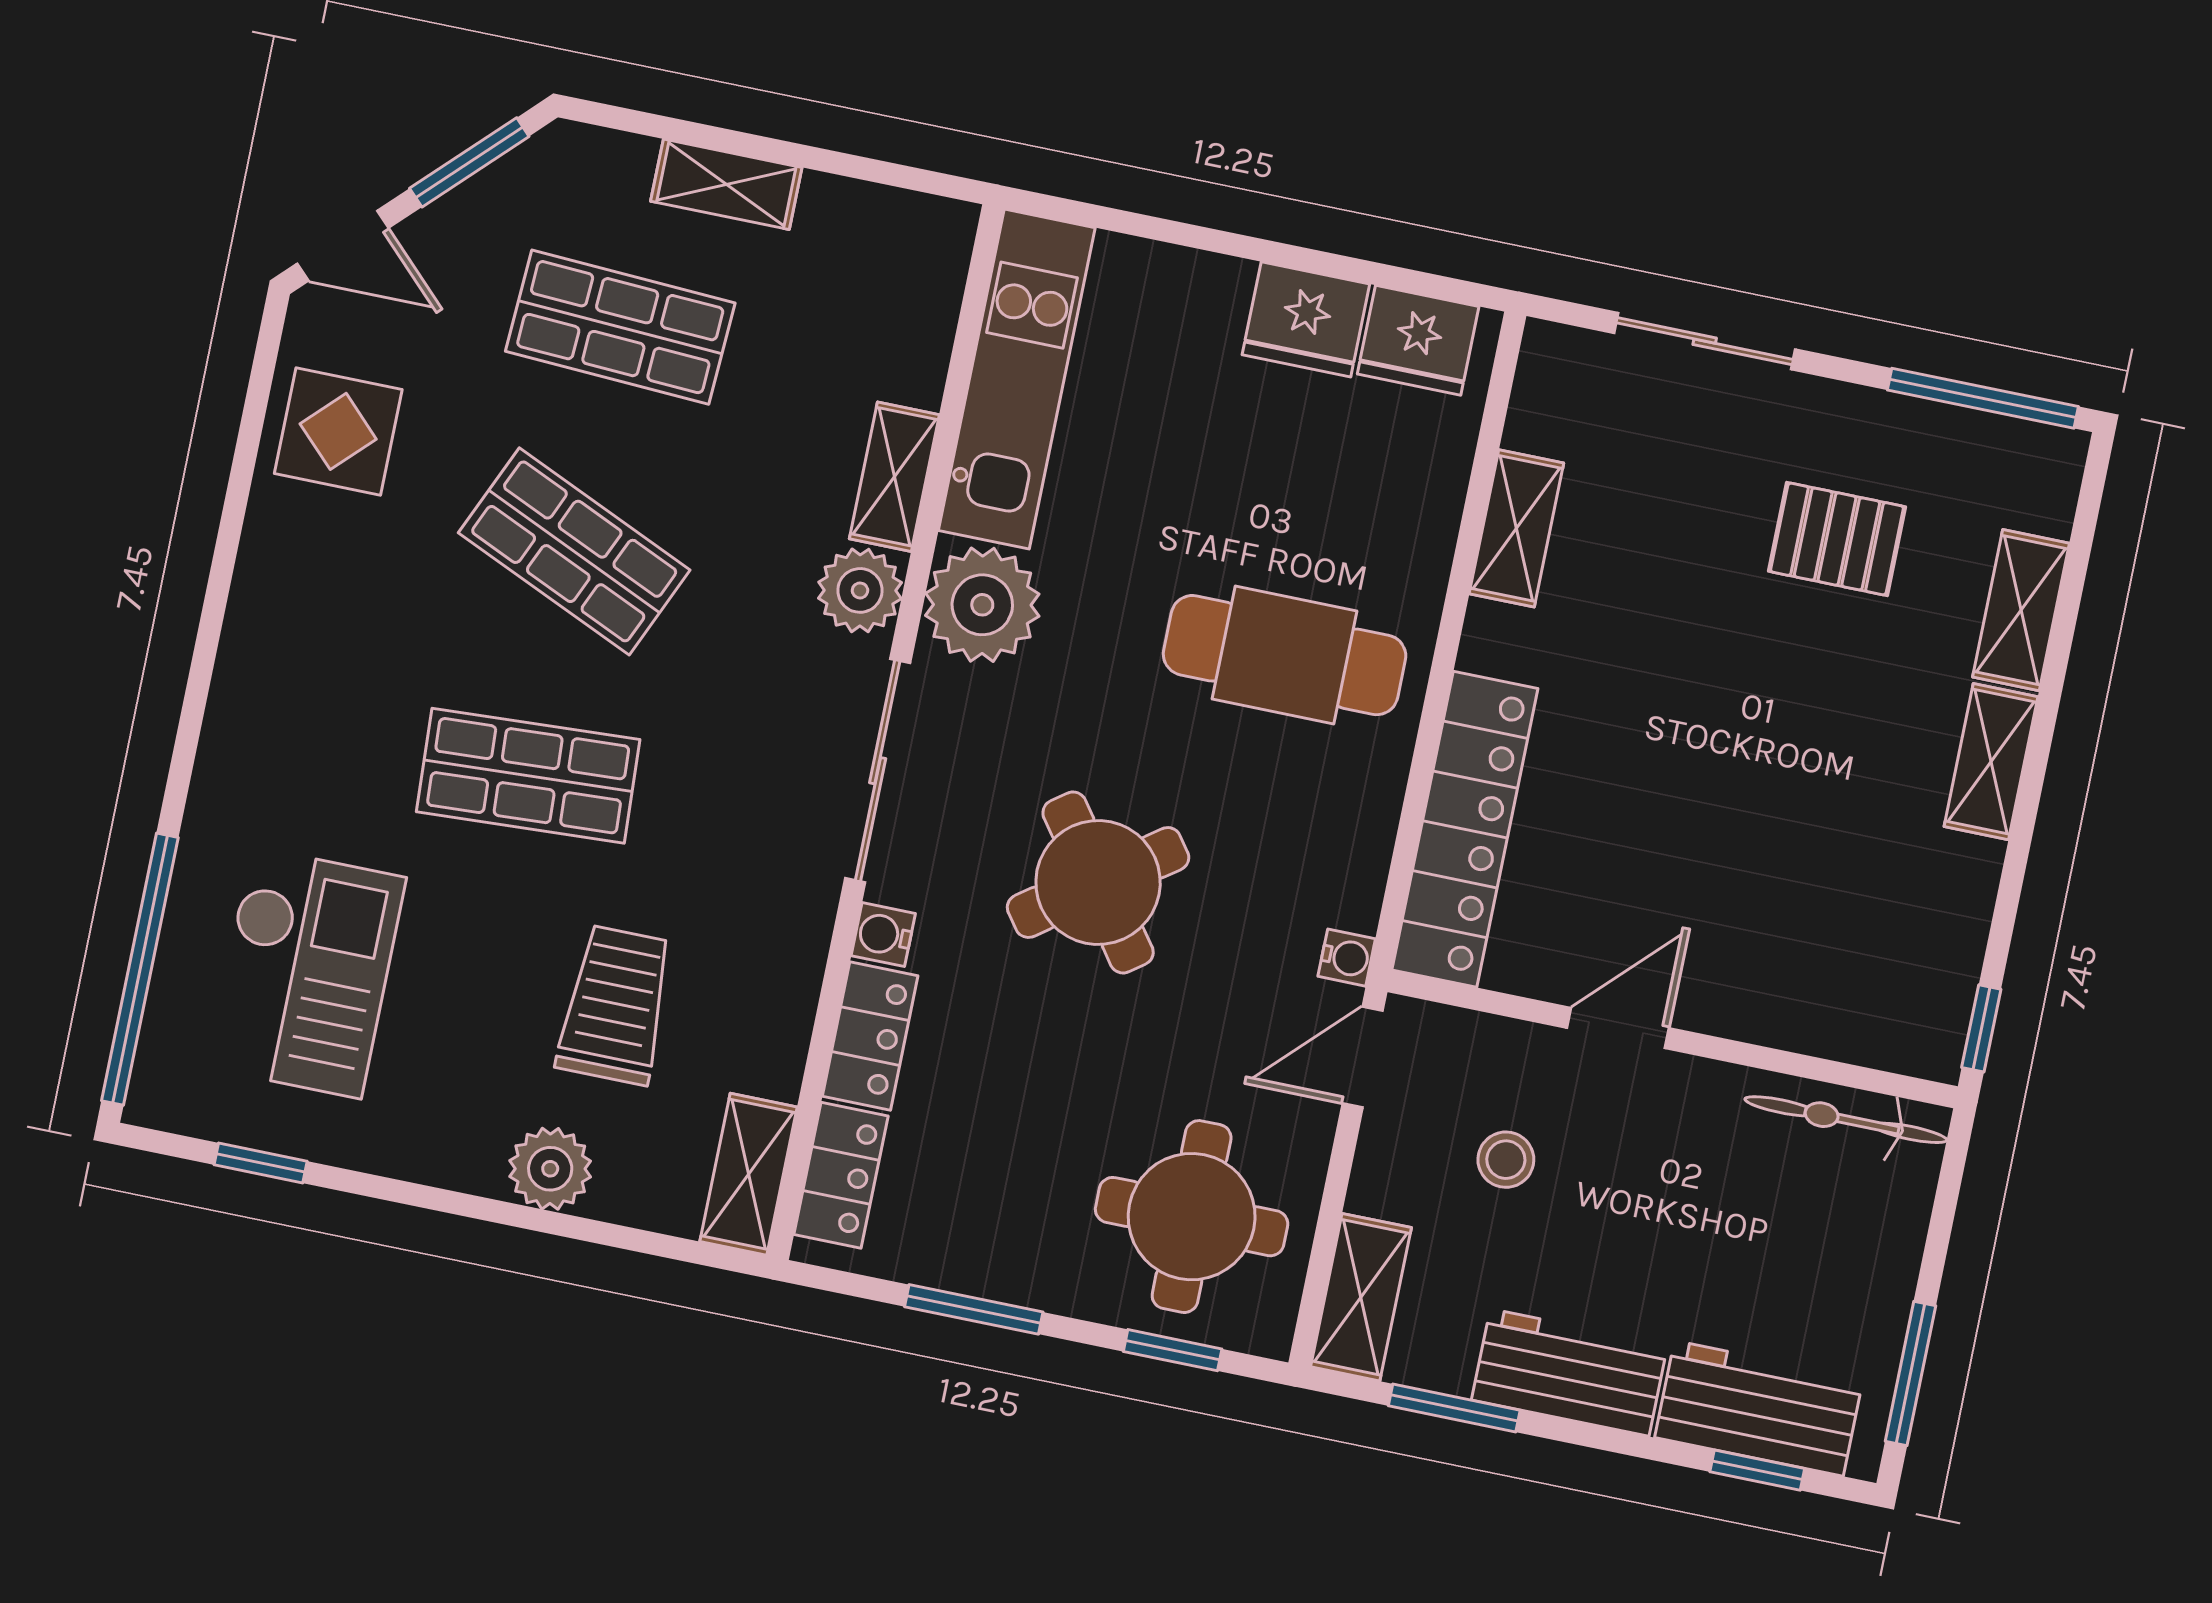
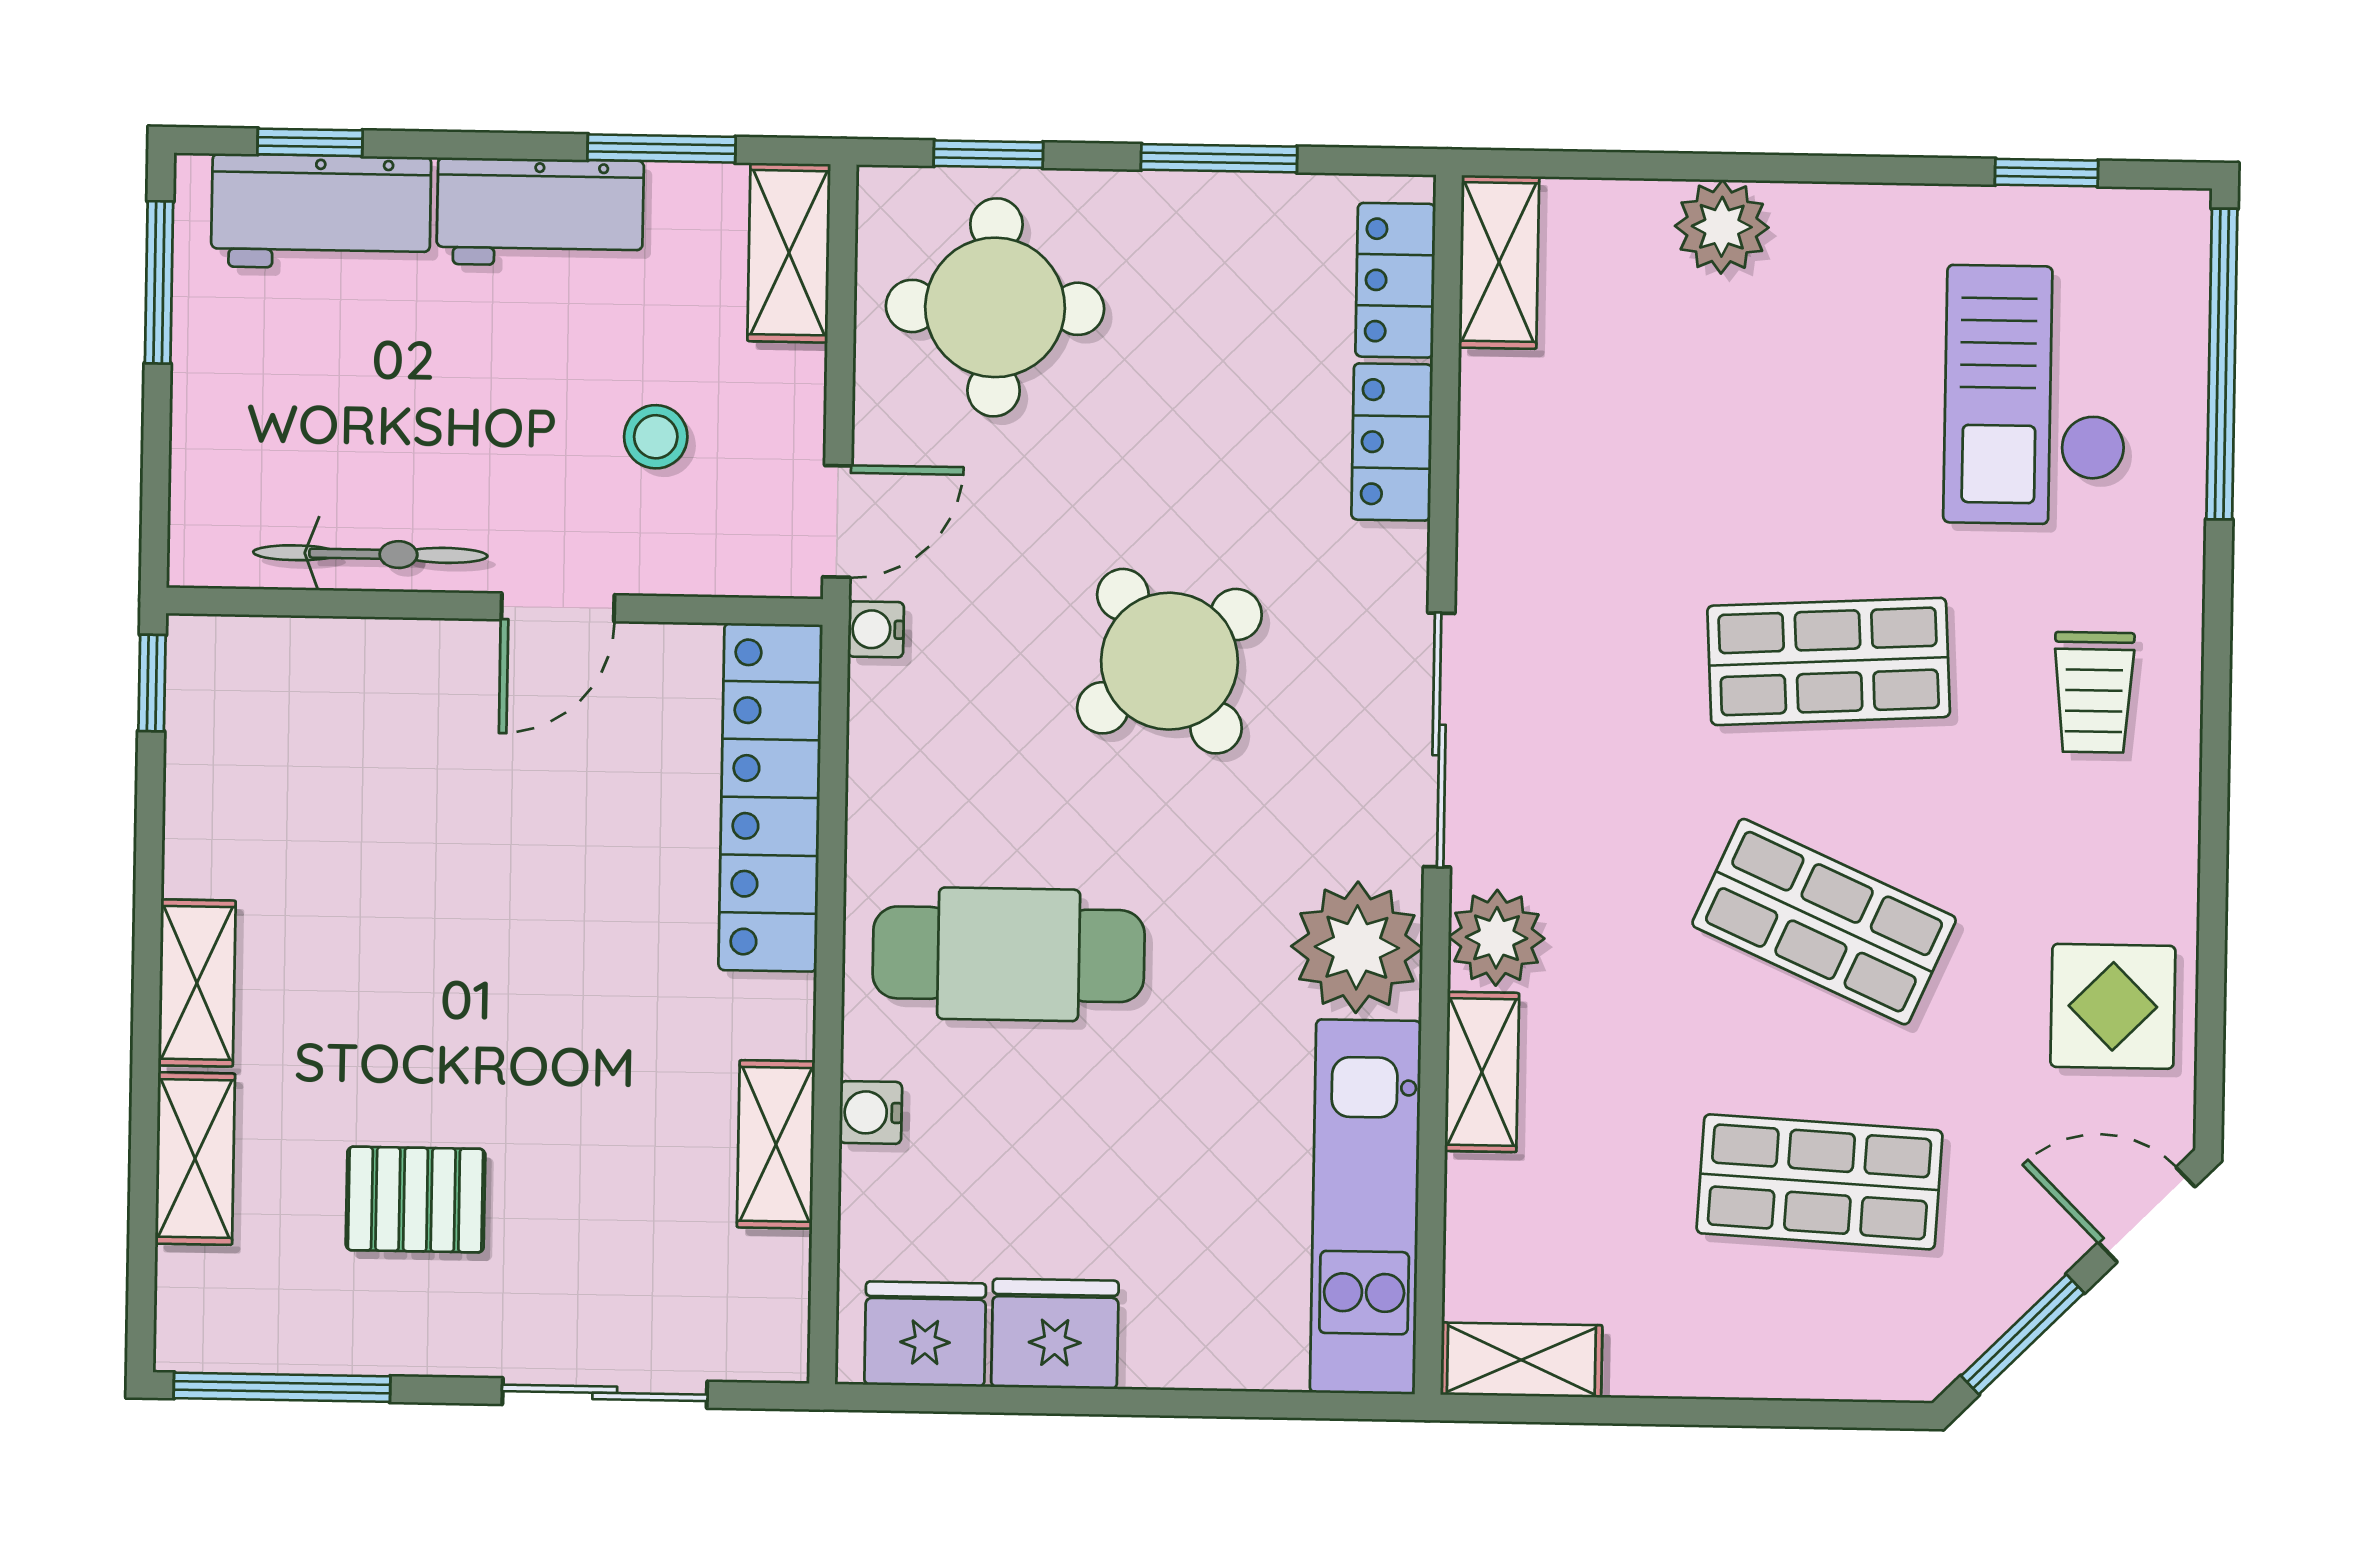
shelving: (726, 184) -> (1521, 1360), moved
water cooler: (883, 935) -> (871, 1112), moved, turned 180
trolley: (616, 1005) -> (2094, 692), moved, width x0.73, depth x0.72
bicycle: (1846, 1120) -> (370, 554), moved

